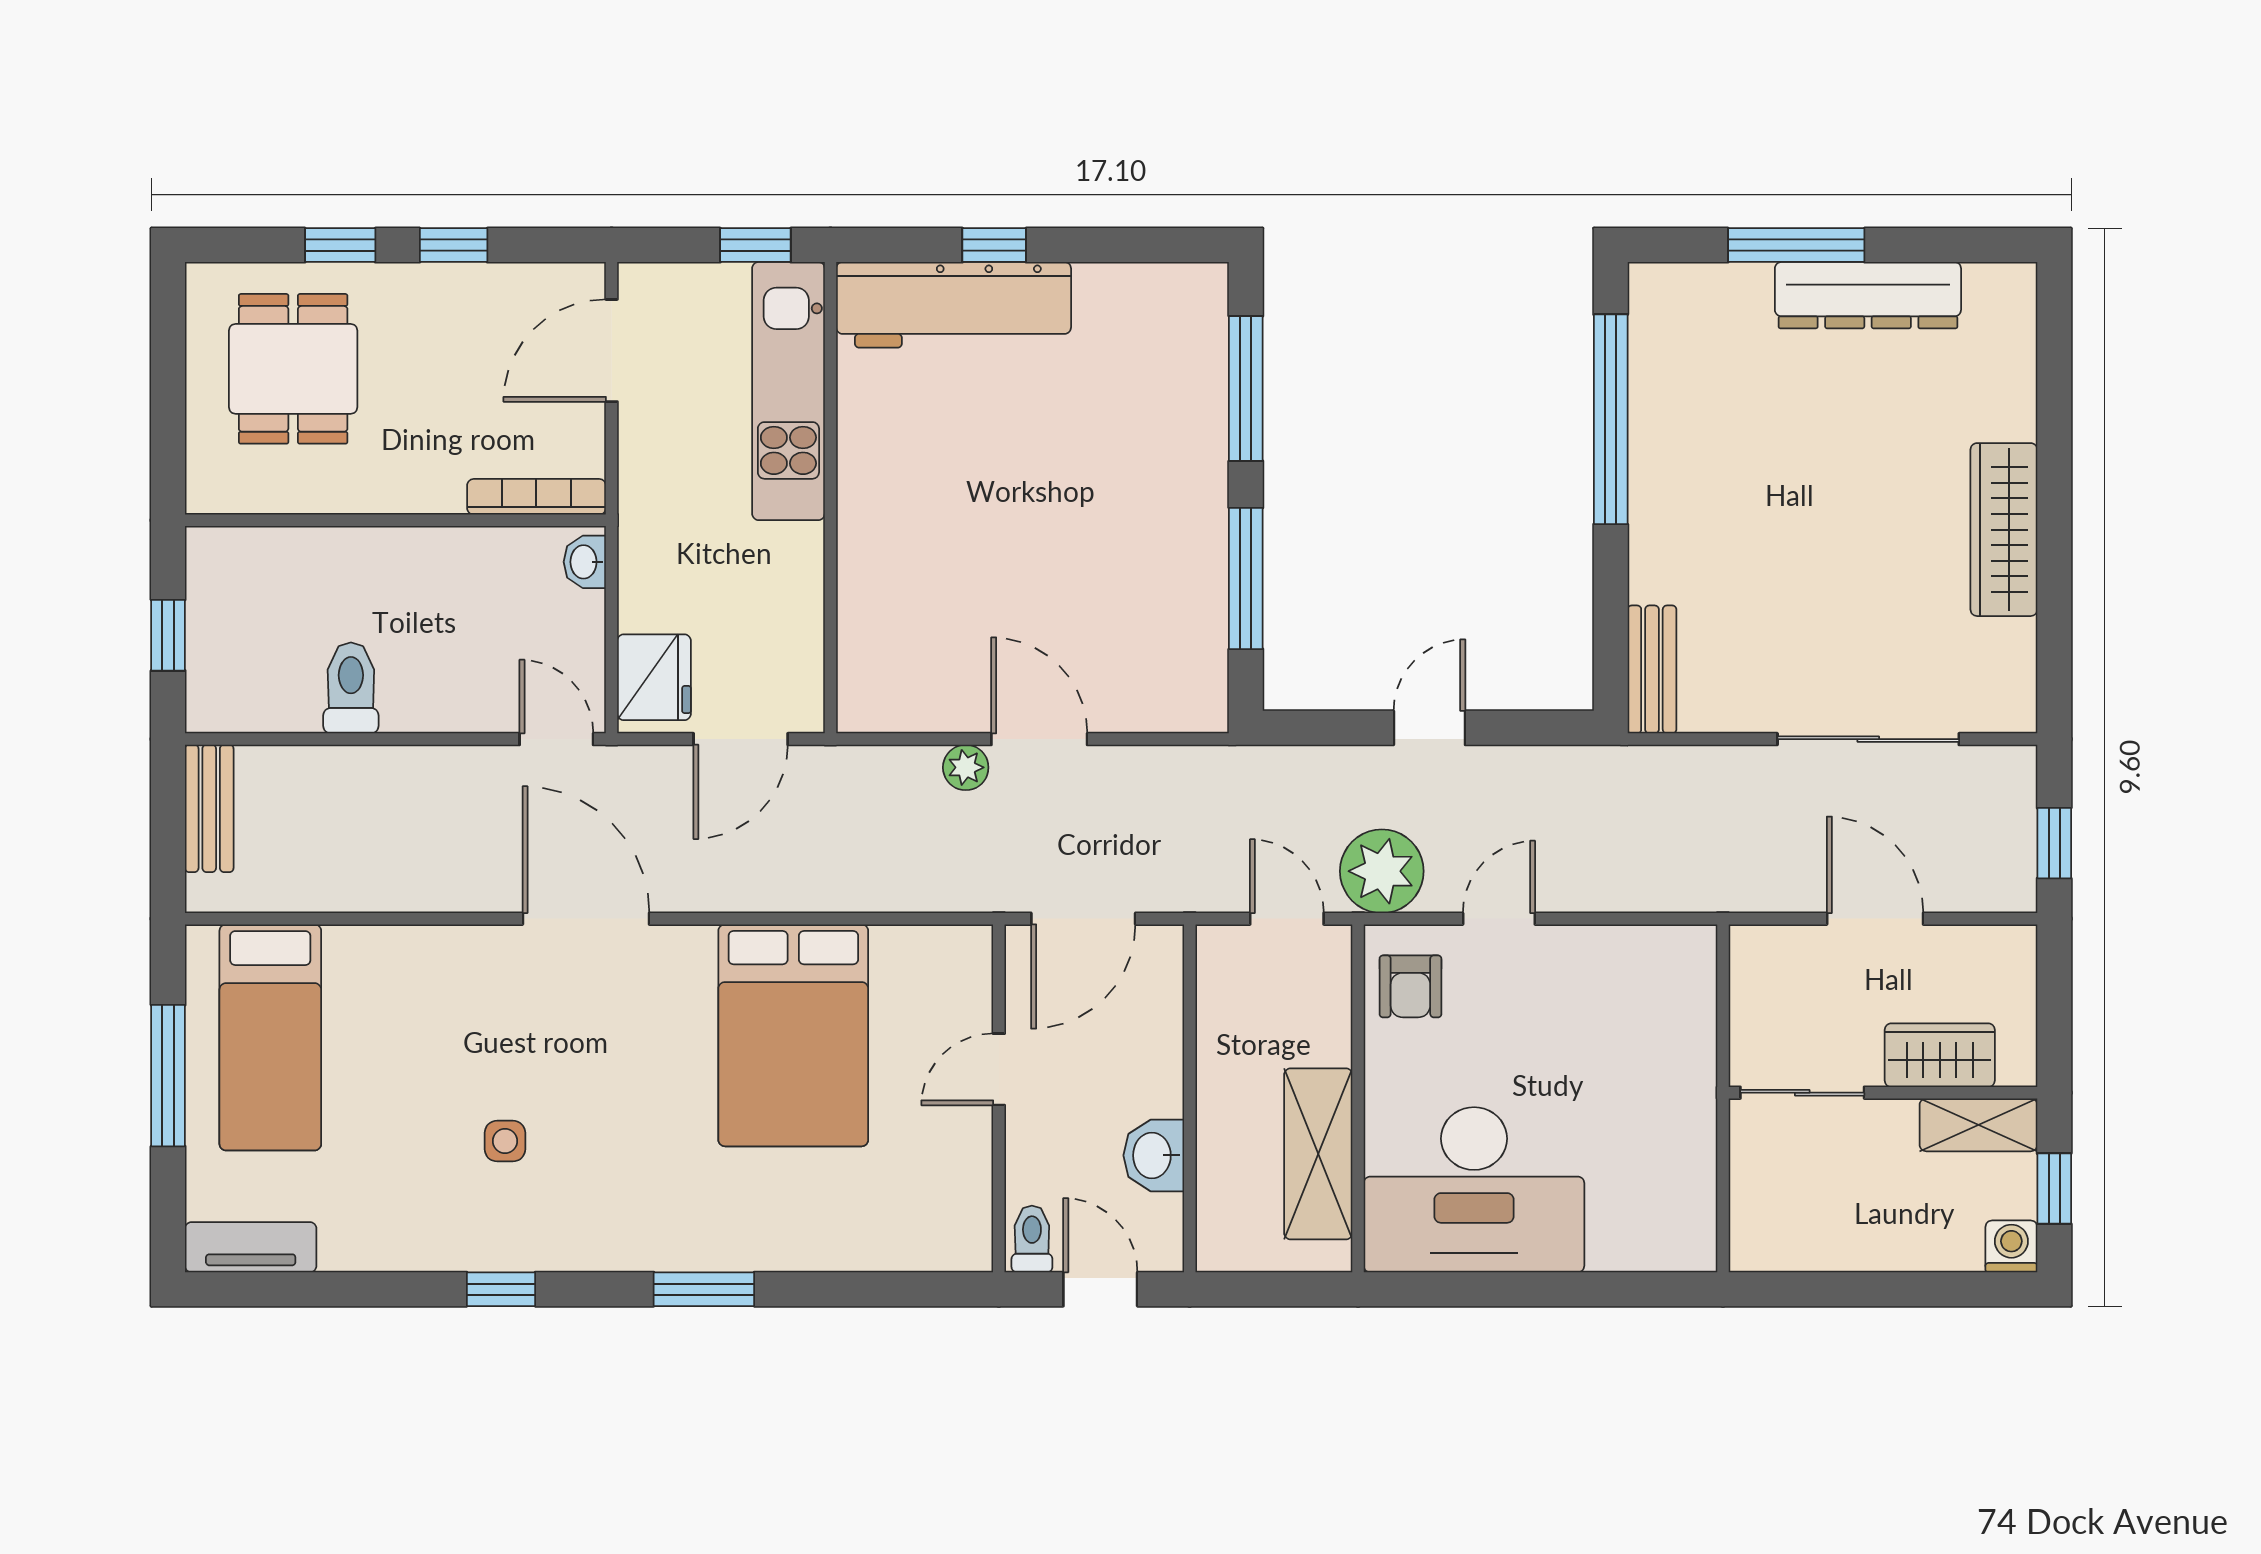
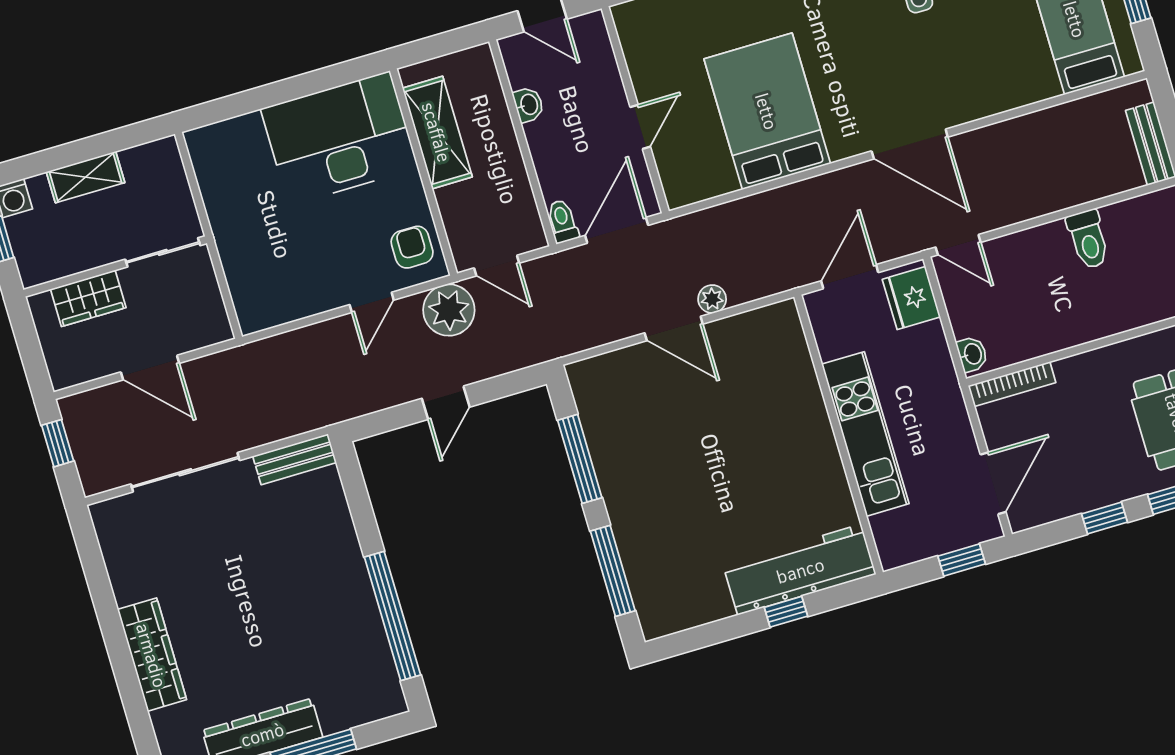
window: (755, 245) -> (962, 560), moved
kitchen unit: (788, 391) -> (865, 434), moved
wardrobe: (2004, 530) -> (152, 655), moved
bench: (1652, 669) -> (295, 459), moved, turned 90
shelving: (1978, 1125) -> (85, 177), moved
washbasin: (1154, 1155) -> (528, 105), width x0.72, depth x0.69
toilet: (1032, 1239) -> (563, 221), moved, turned 180

